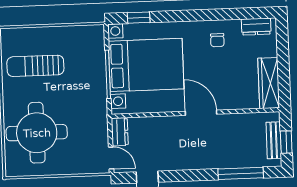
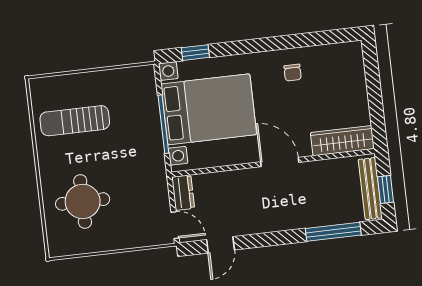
dresser: (256, 27) -> (338, 53), removed
wardrobe: (269, 83) -> (342, 141), moved, turned 90
round table: (37, 133) -> (83, 201), width x0.73, depth x0.73
bench: (274, 140) -> (370, 189), width x1.36

